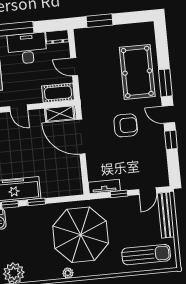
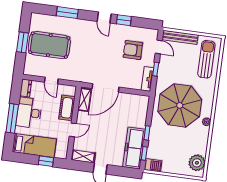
window: (100, 21) -> (22, 42), moved
door: (74, 67) -> (51, 80), hinge flipped
pool table: (137, 72) -> (49, 45), moved
window: (165, 83) -> (67, 13), moved
cot: (58, 93) -> (67, 108), moved
door: (168, 114) -> (104, 18), hinge flipped
armchair: (126, 125) -> (133, 50), moved, turned -90

